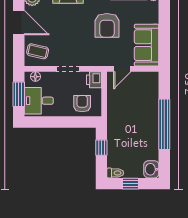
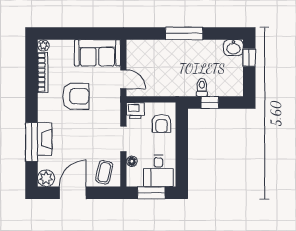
floor lamp: (35, 77) -> (132, 161), moved
armchair: (82, 104) -> (162, 123), turned -90
window: (164, 124) -> (184, 33), width x0.68
toilet: (115, 173) -> (202, 87), moved
window: (131, 184) -> (249, 57), moved

